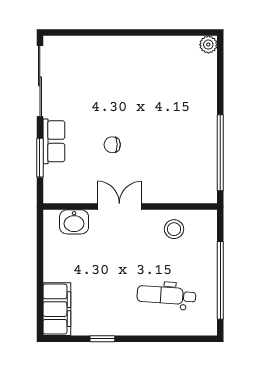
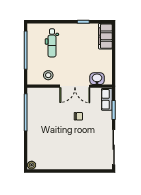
row of seats: (54, 141) -> (107, 99), moved
double door: (119, 207) -> (75, 86), width x1.37
dental chair: (166, 295) -> (52, 43), turned 86

